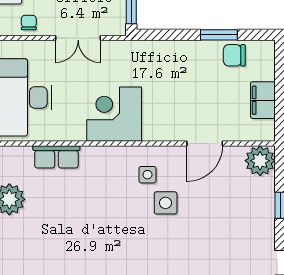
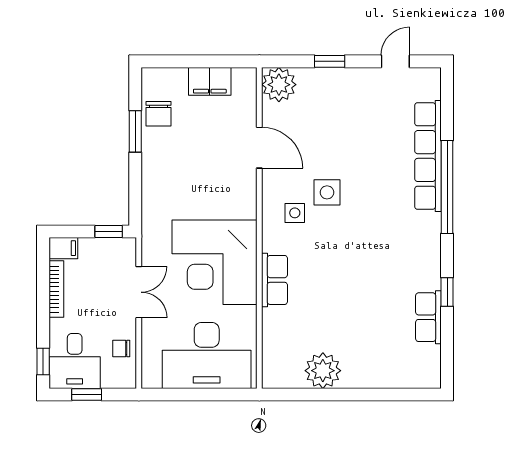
corner desk: (114, 114) -> (215, 262), width x1.36, depth x1.36
row of seats: (56, 157) -> (274, 280), moved

